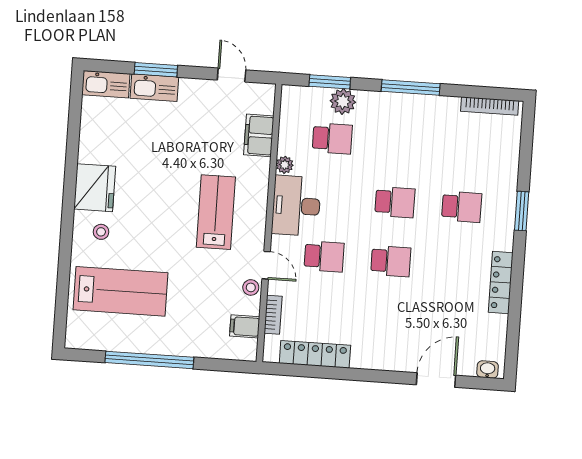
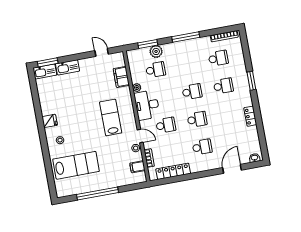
window: (156, 70) -> (48, 62), moved
school desk: (466, 148) -> (218, 58), added
fridge: (95, 188) -> (50, 121), width x0.53, depth x0.75
locker: (501, 282) -> (250, 116), width x0.66
school desk: (387, 320) -> (202, 147), added

